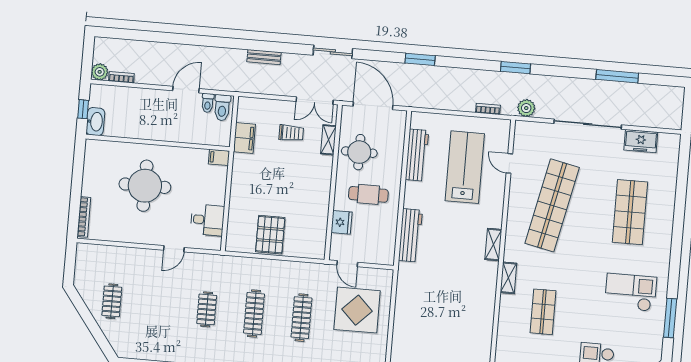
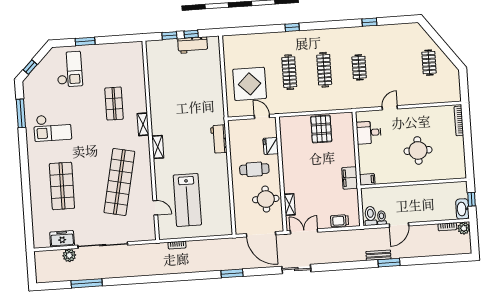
bench: (264, 57) -> (378, 255), moved
window: (516, 68) -> (389, 263), moved
plant: (526, 108) -> (69, 255), moved
washbasin: (95, 122) -> (462, 209), moved
trolley: (291, 133) -> (340, 221), moved
filing cabinet: (244, 138) -> (350, 178), moved
workbench: (417, 155) -> (223, 203), removed
round table: (145, 186) -> (418, 150), width x0.73, depth x0.73
workbench: (410, 235) -> (219, 139), width x0.73

